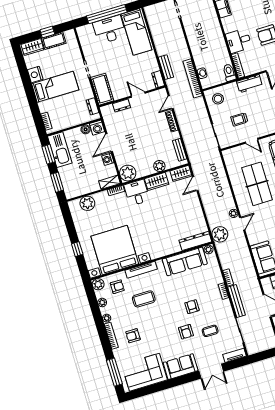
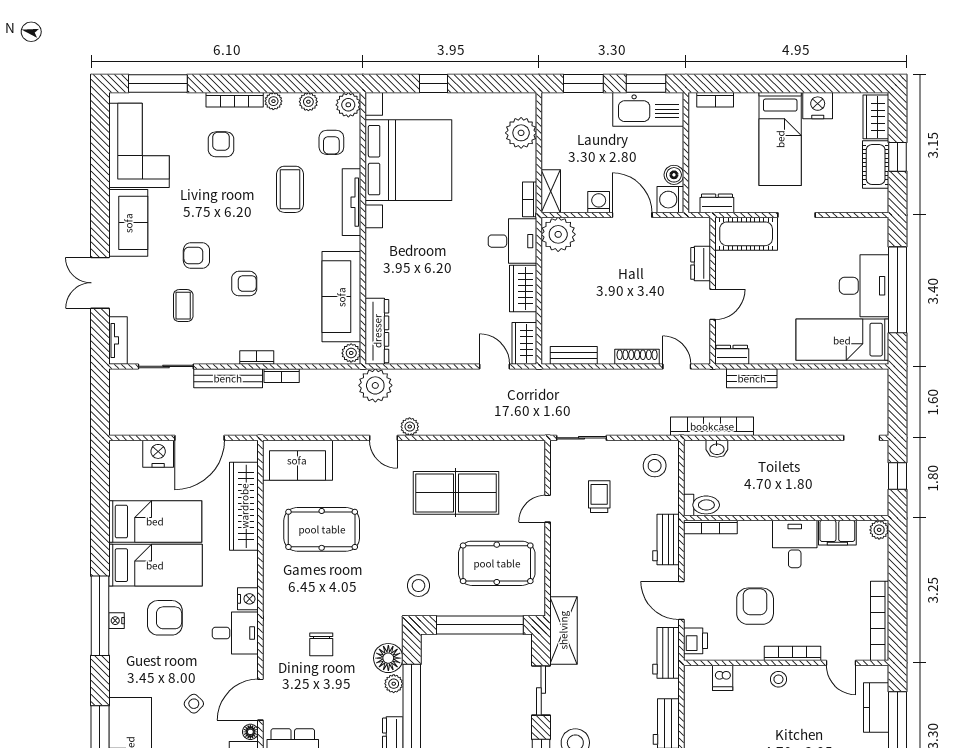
desk: (239, 41) -> (795, 544), moved
plant: (159, 166) -> (553, 304), removed

